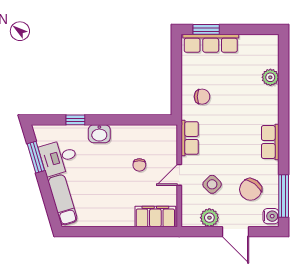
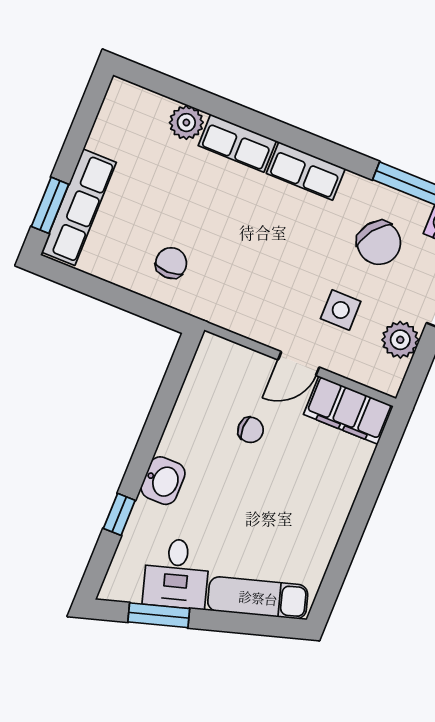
row of seats: (190, 138) -> (237, 143), moved, turned 180
door: (179, 175) -> (299, 363), hinge flipped
side table: (212, 184) -> (341, 310), turned 45
filing cabinet: (155, 216) -> (348, 410), moved, turned -90

